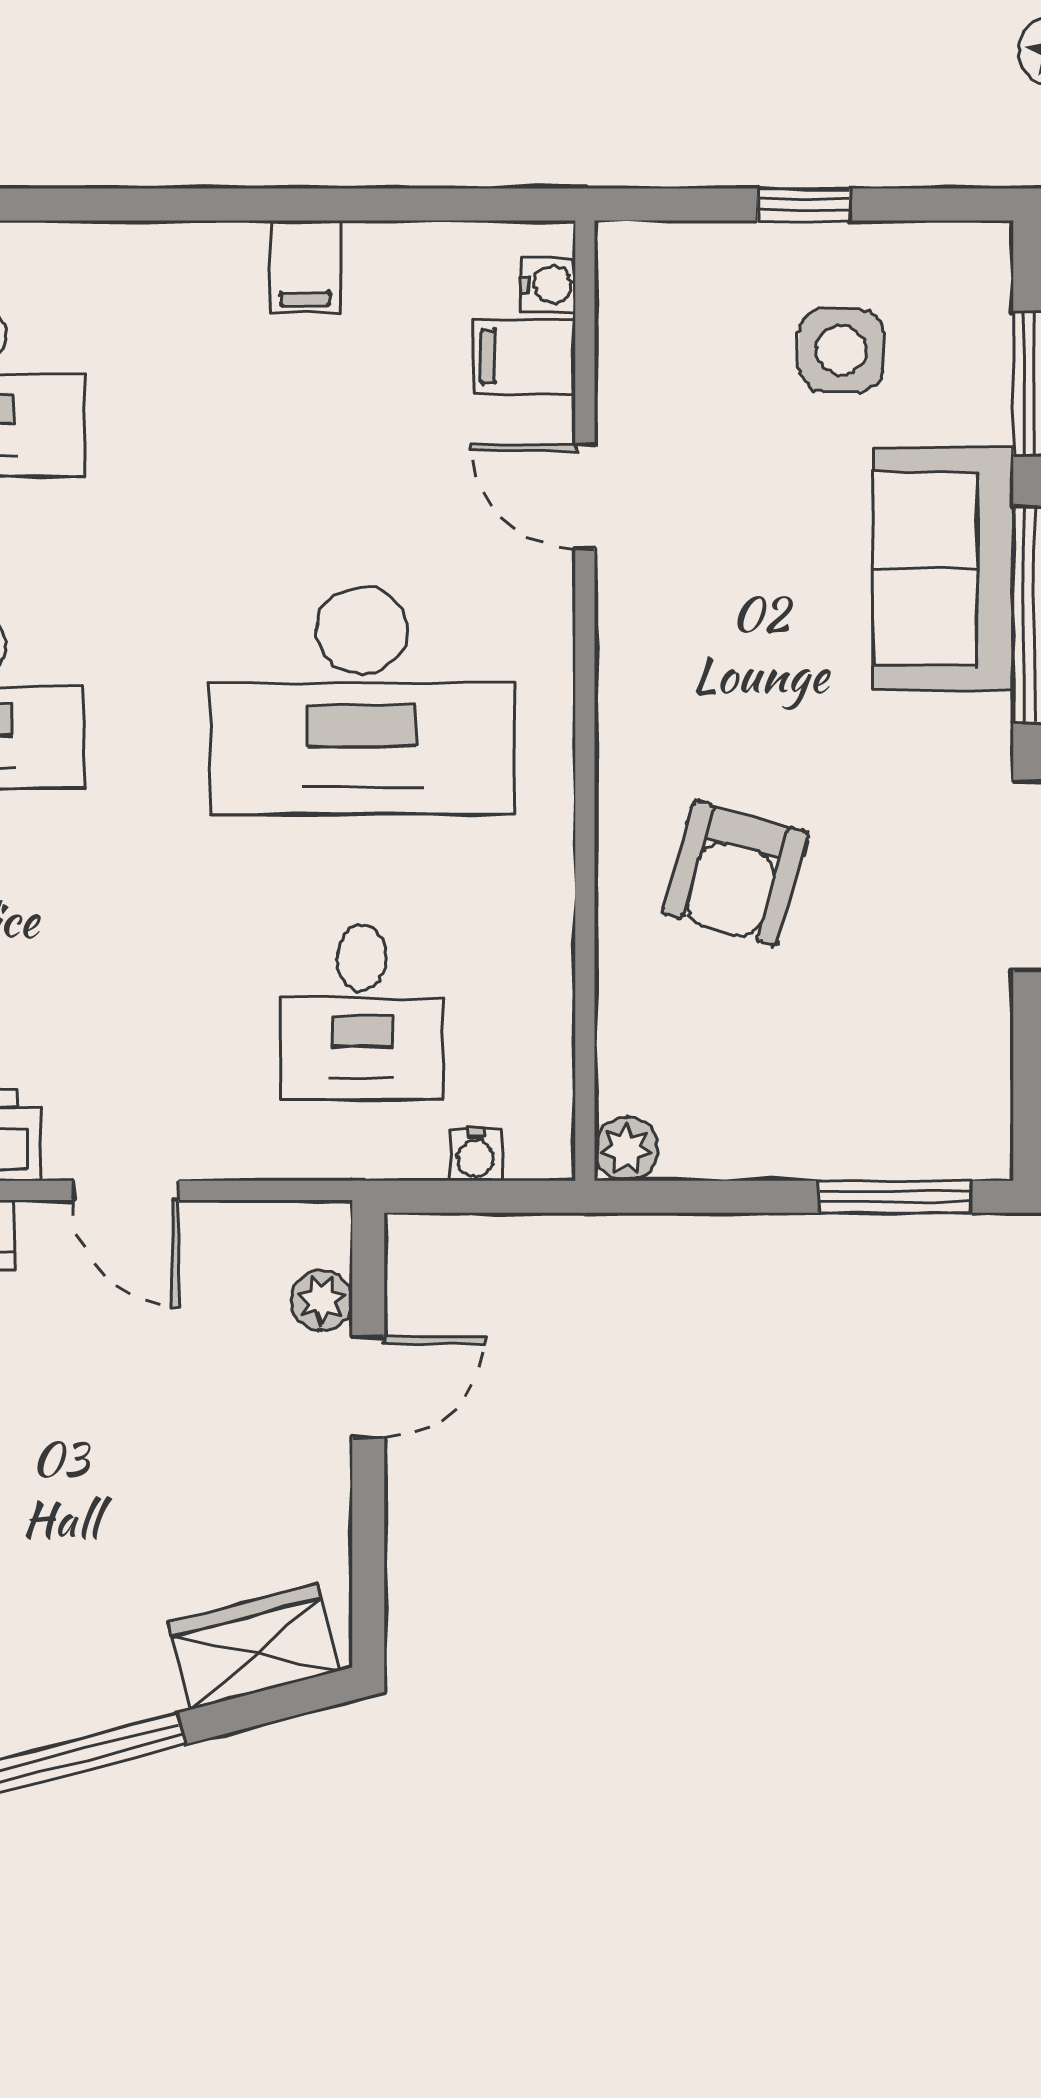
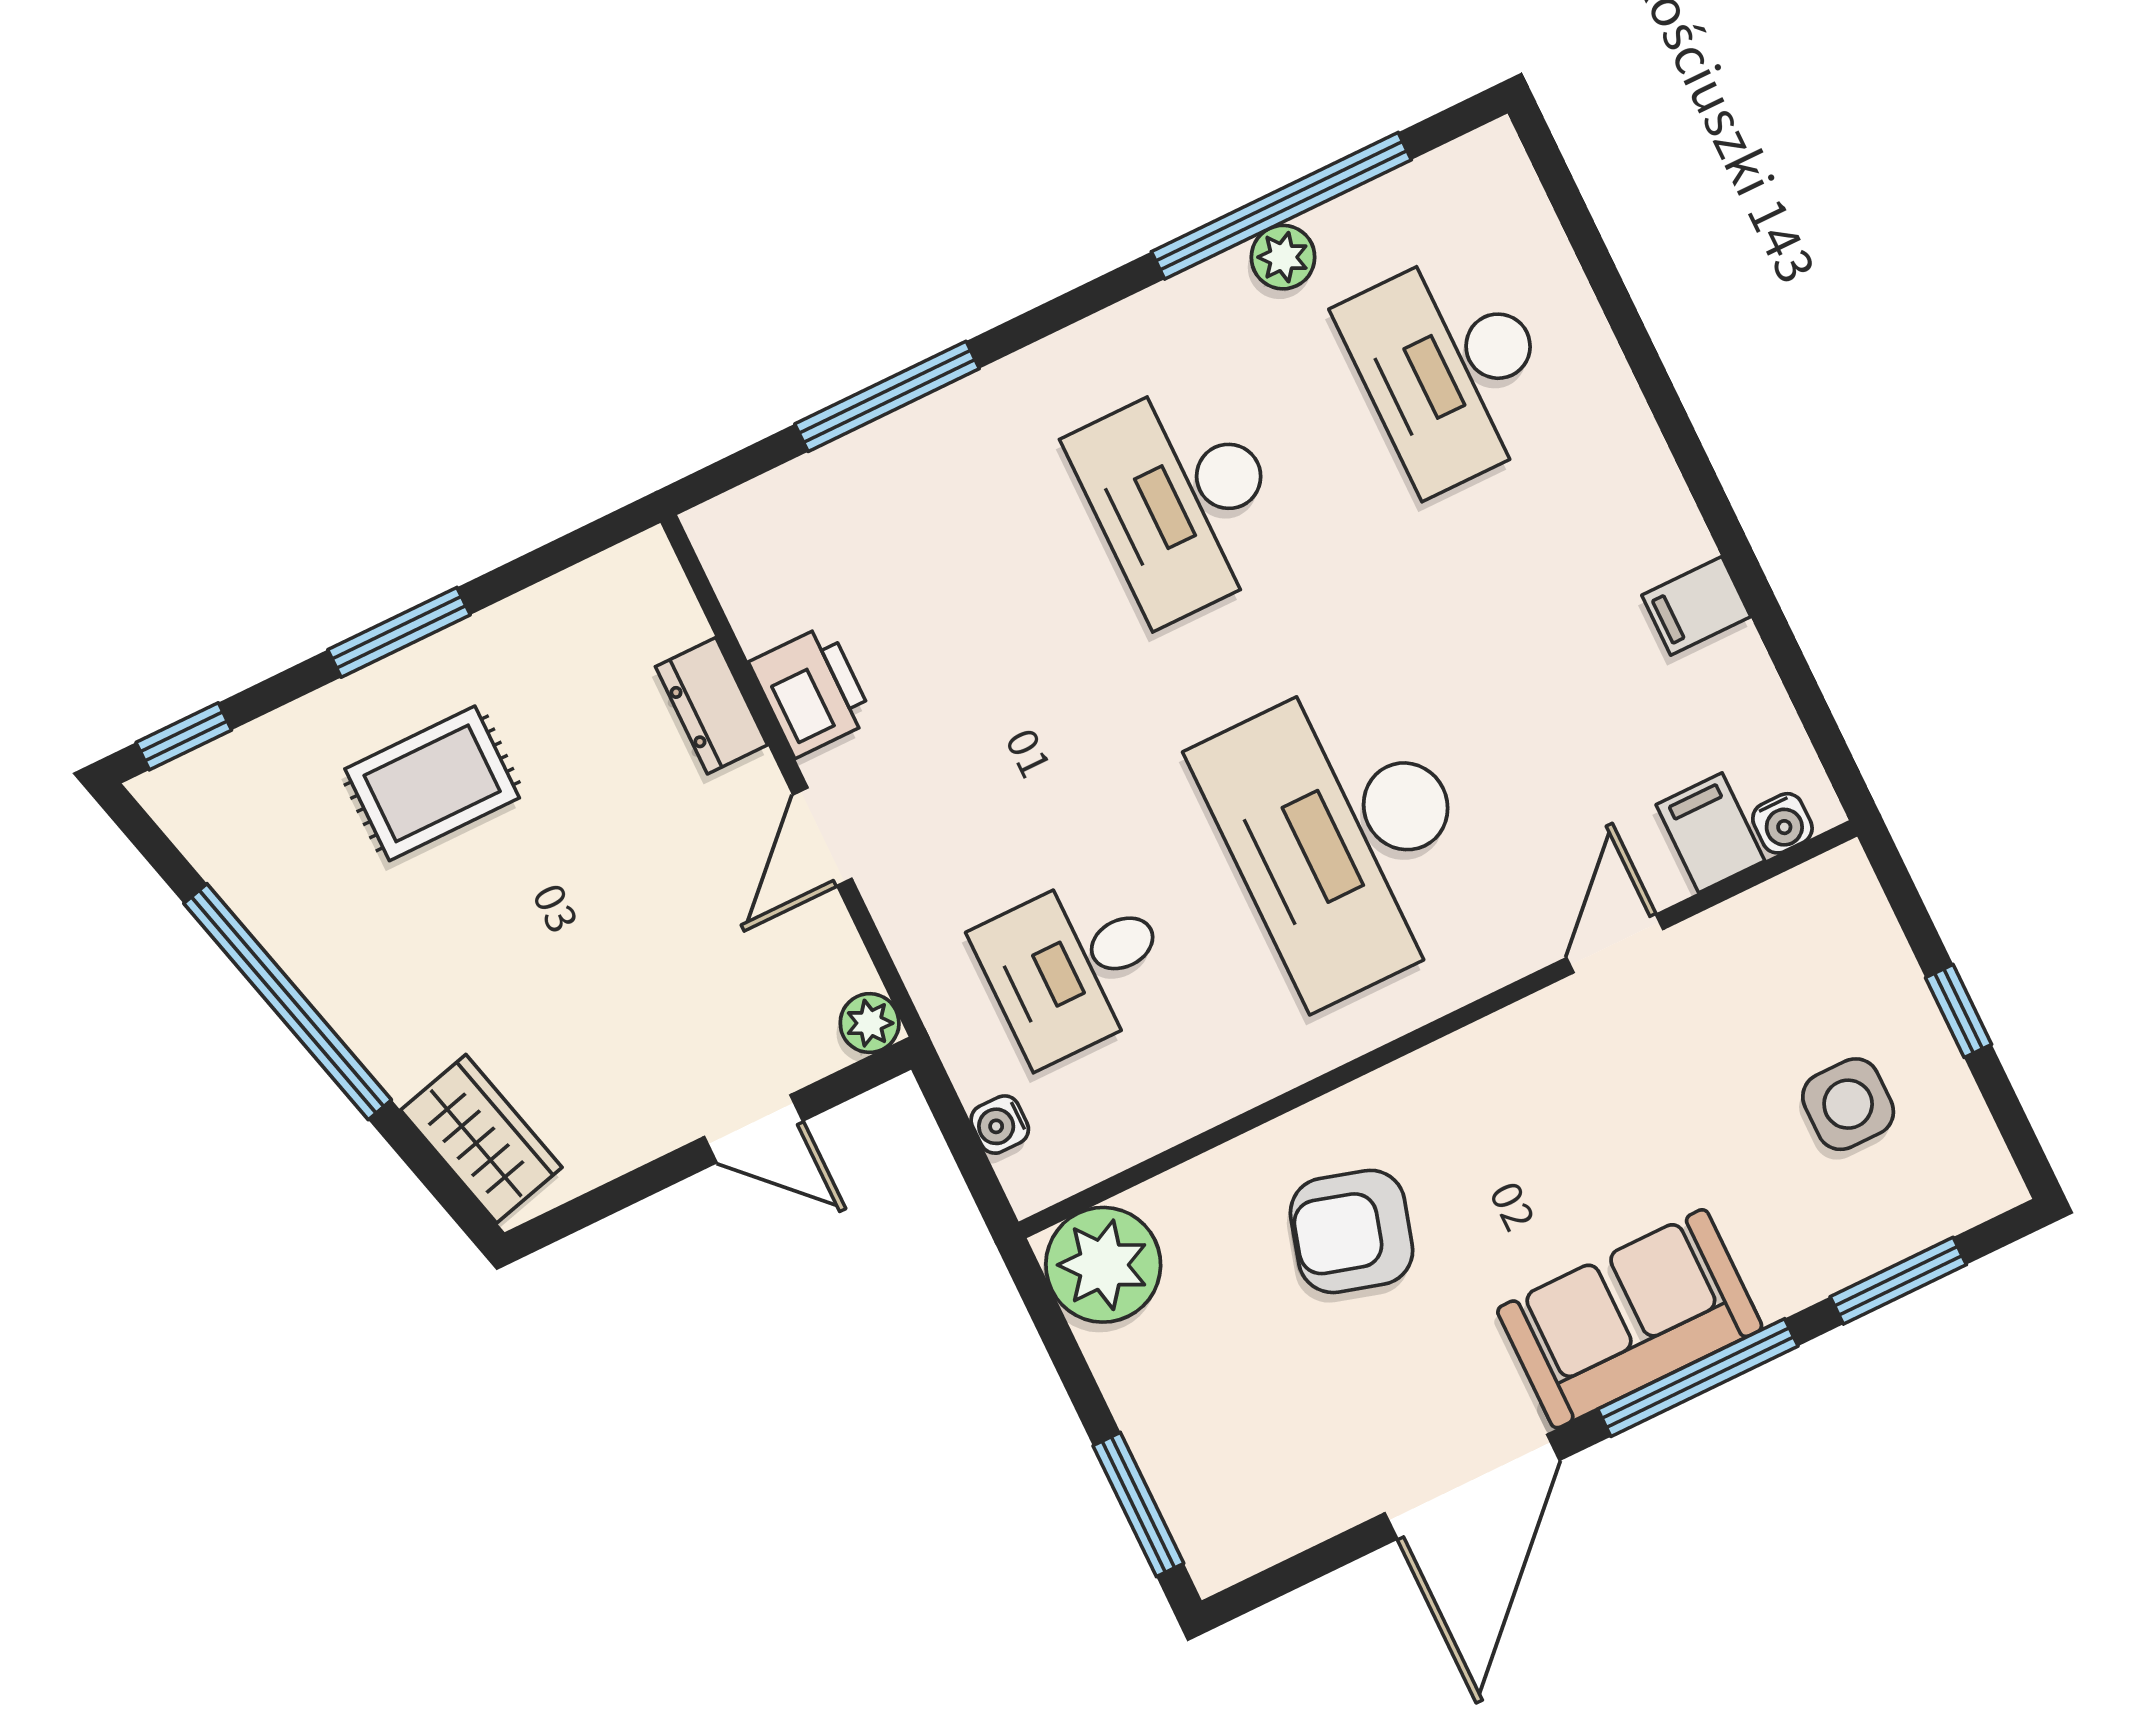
sofa: (943, 569) -> (1630, 1319), moved
plant: (626, 1149) -> (1103, 1265), width x1.88, depth x1.88
plant: (322, 1300) -> (870, 1023), moved

